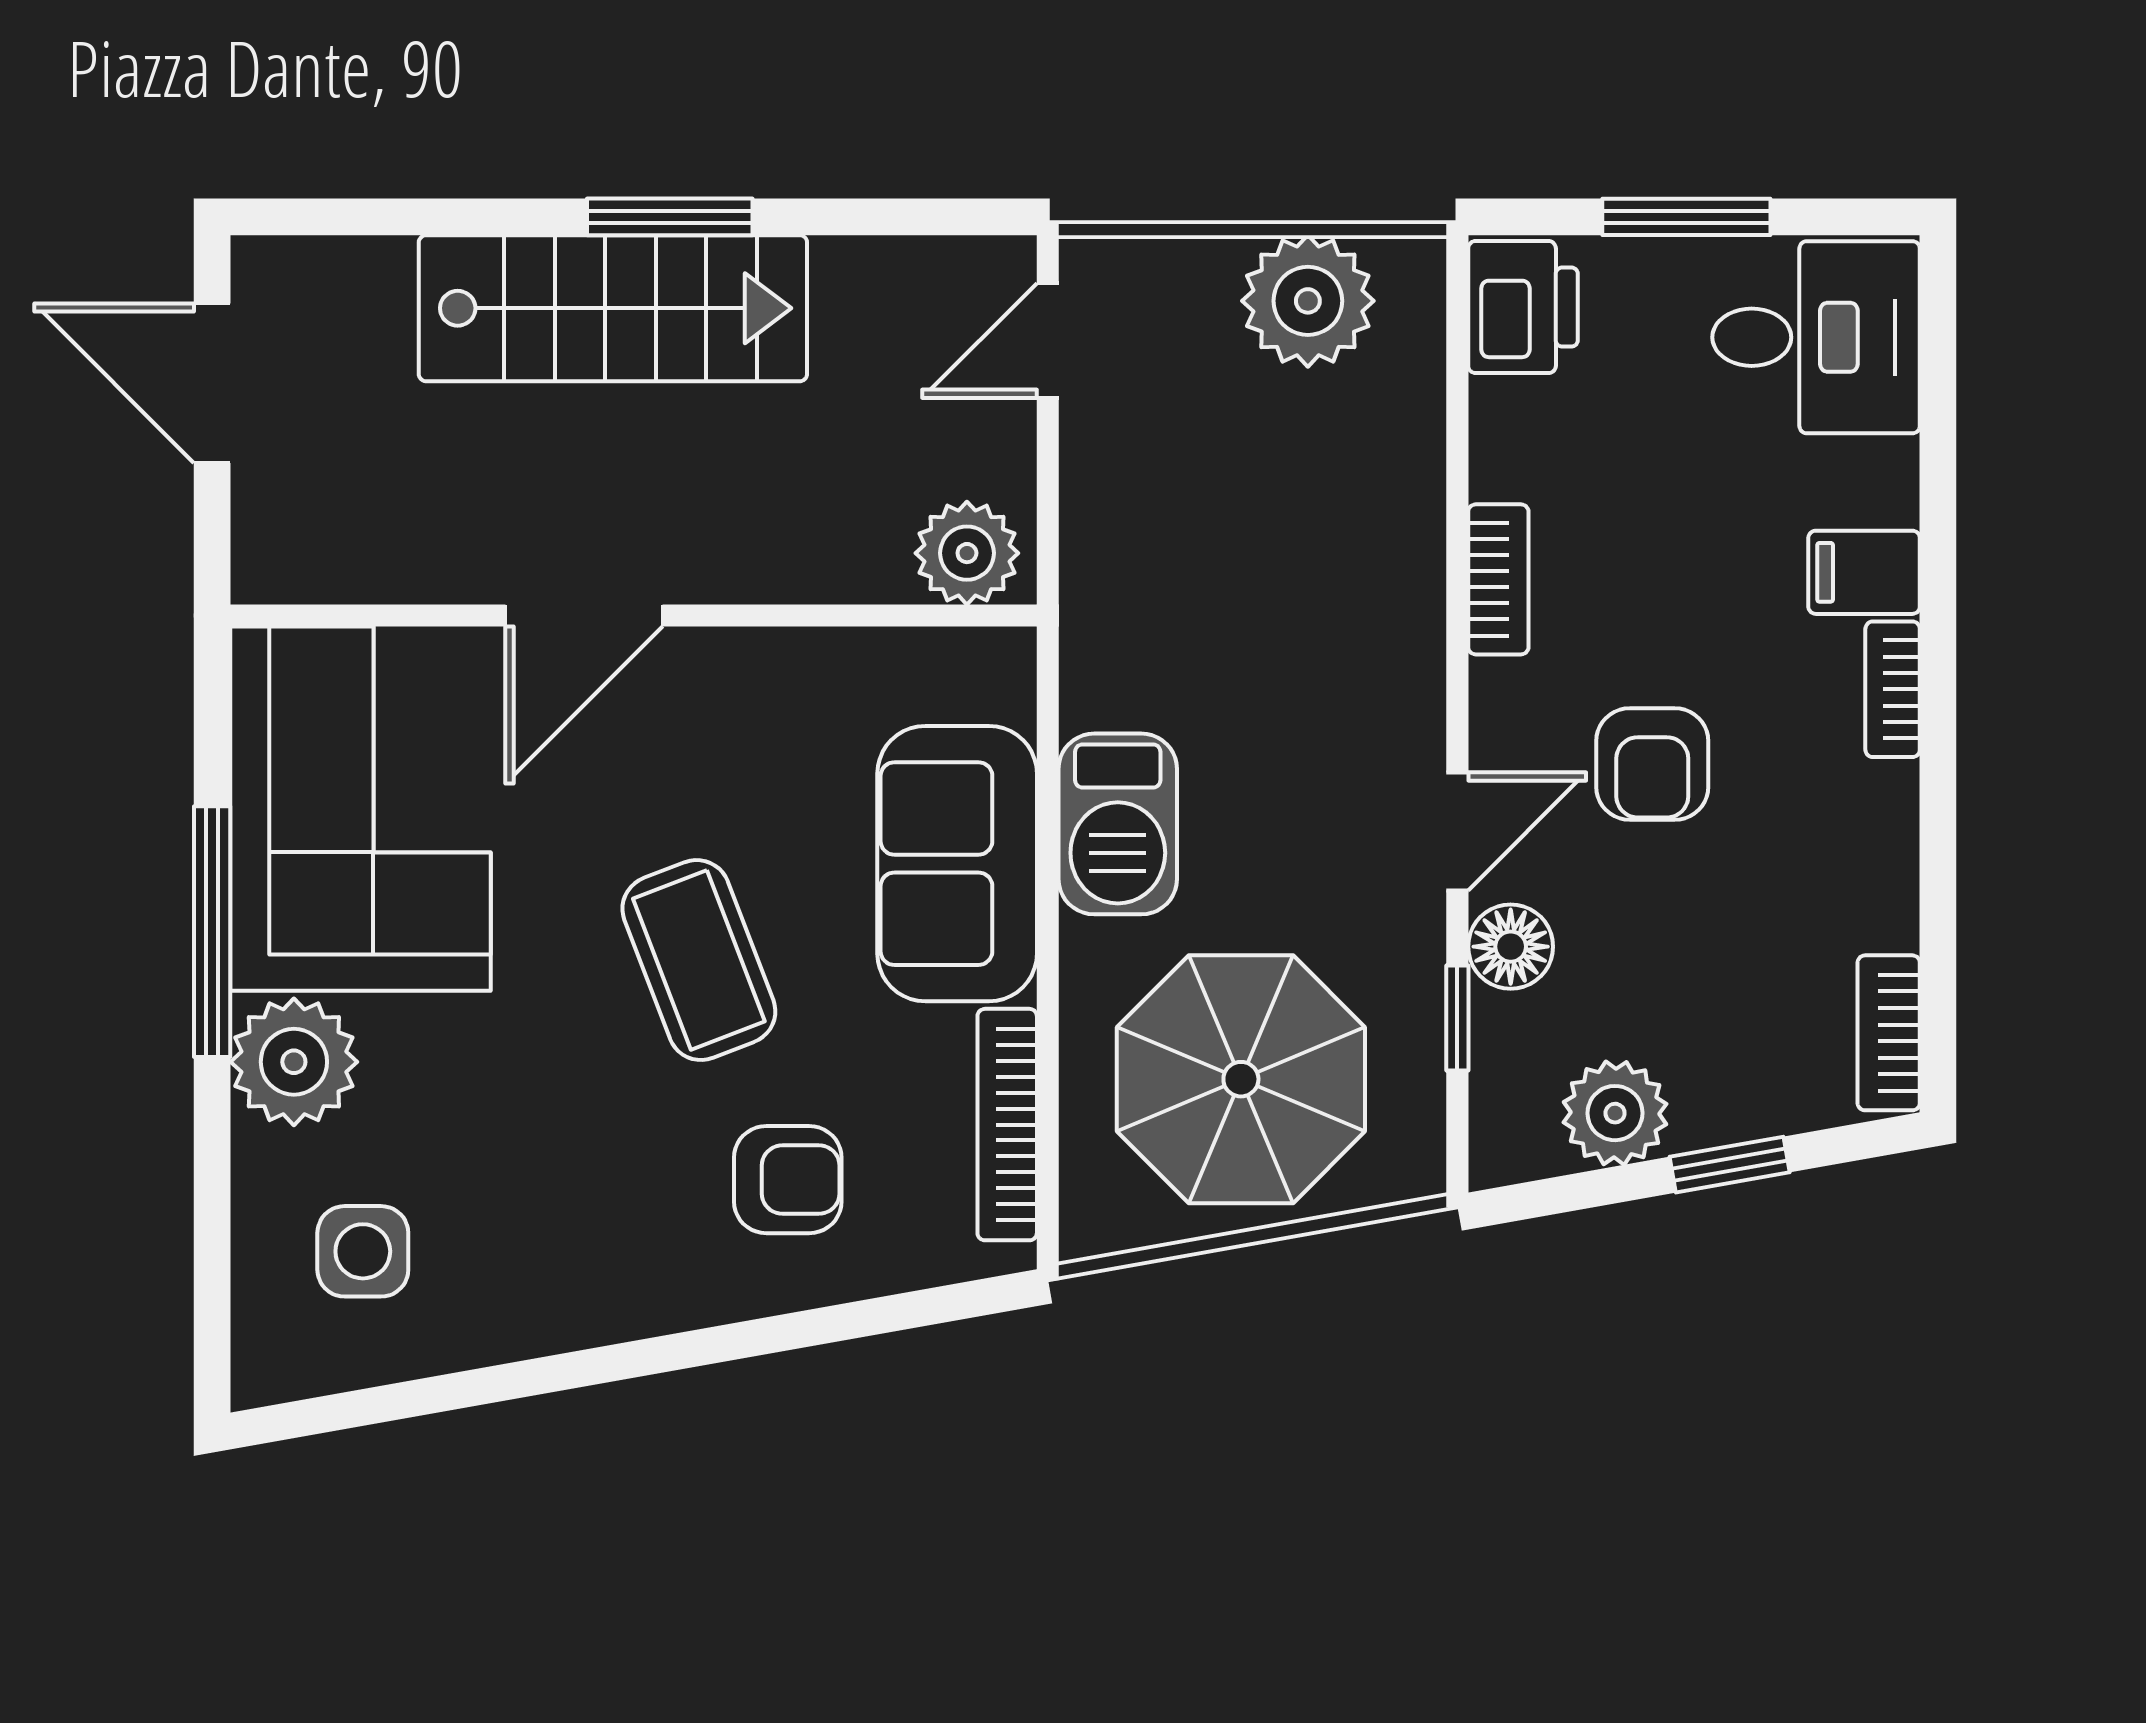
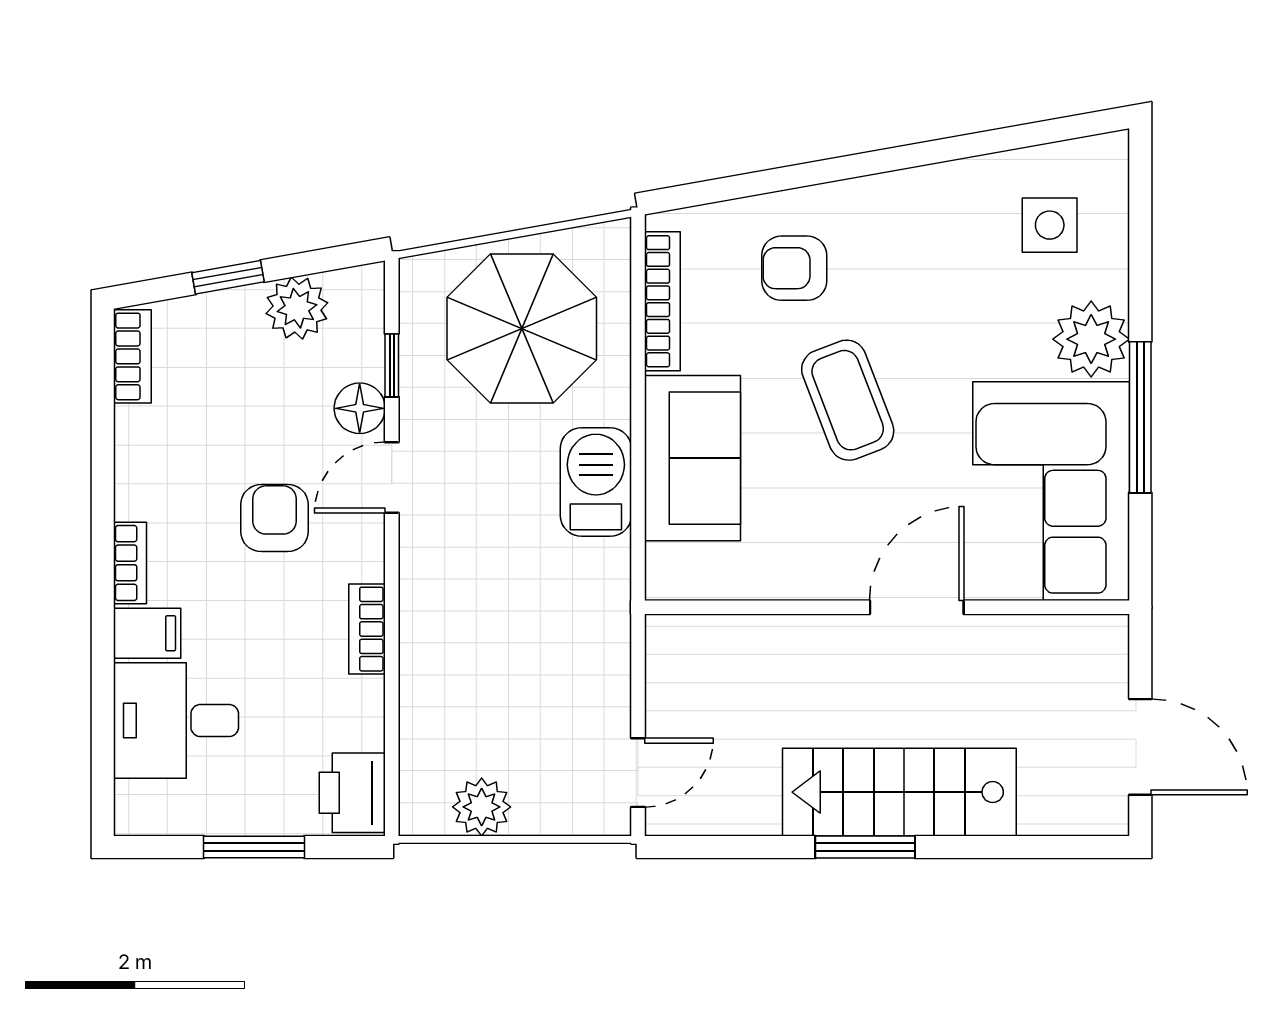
plant: (1308, 301) -> (482, 807), width x0.73, depth x0.73
desk: (1816, 337) -> (176, 721), moved
plant: (967, 553) -> (686, 645), removed

